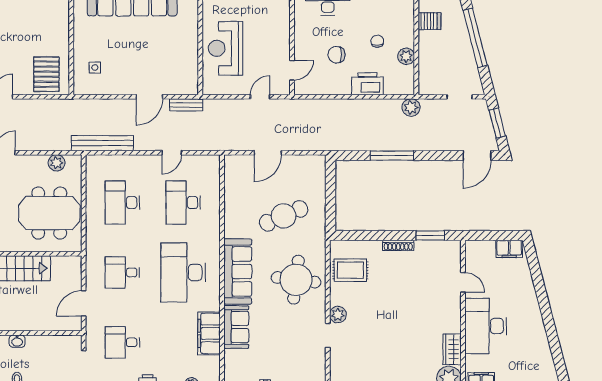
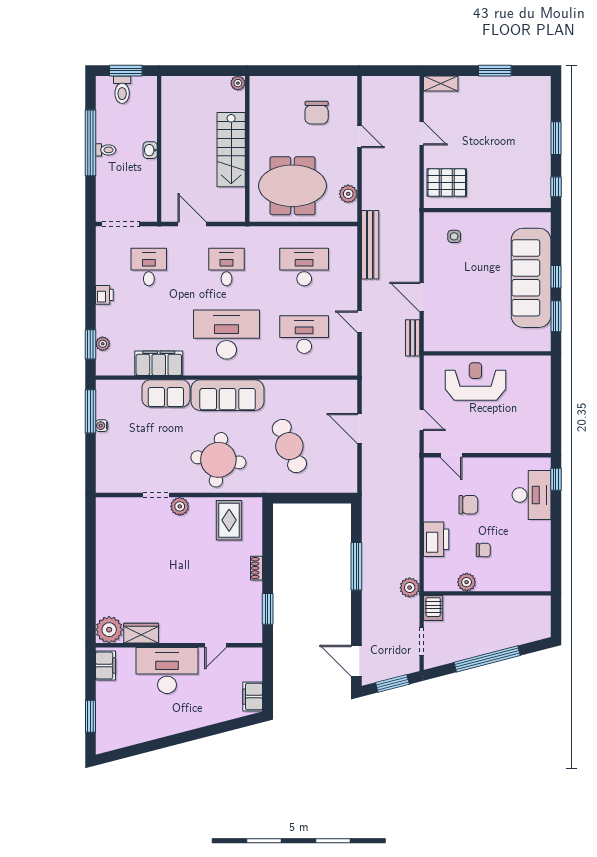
server rack: (429, 21) -> (433, 608), moved
chair: (336, 55) -> (468, 505), turned 90
meeting table: (49, 213) -> (293, 186), turned 90
shoe rack: (398, 245) -> (257, 568), width x0.70

